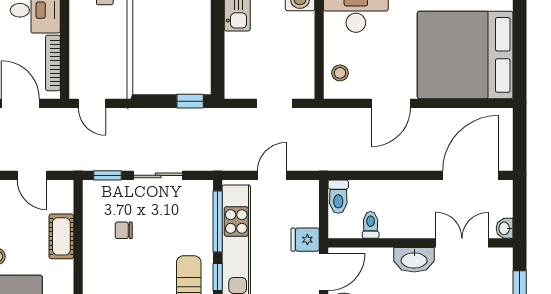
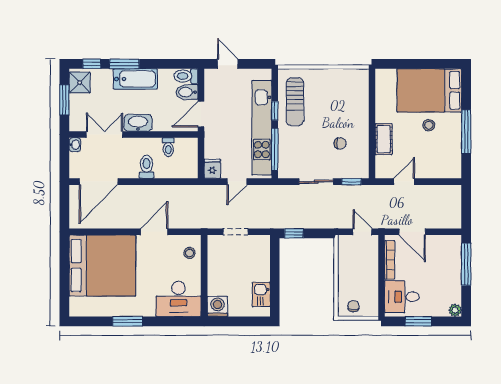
door: (32, 175) -> (404, 182), hinge flipped
toilet: (338, 197) -> (147, 167), moved
fridge: (305, 240) -> (212, 169), moved, turned -90
double door: (462, 243) -> (105, 135), swing flipped

